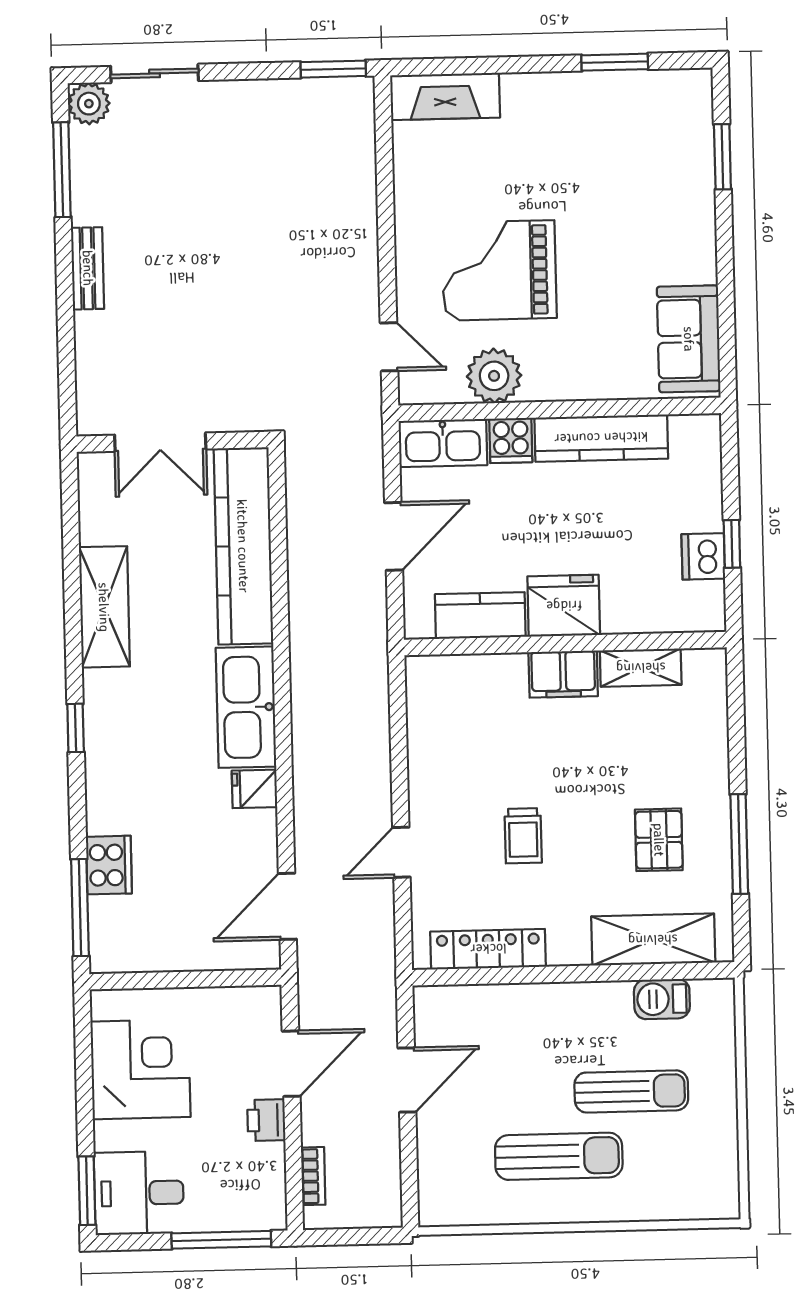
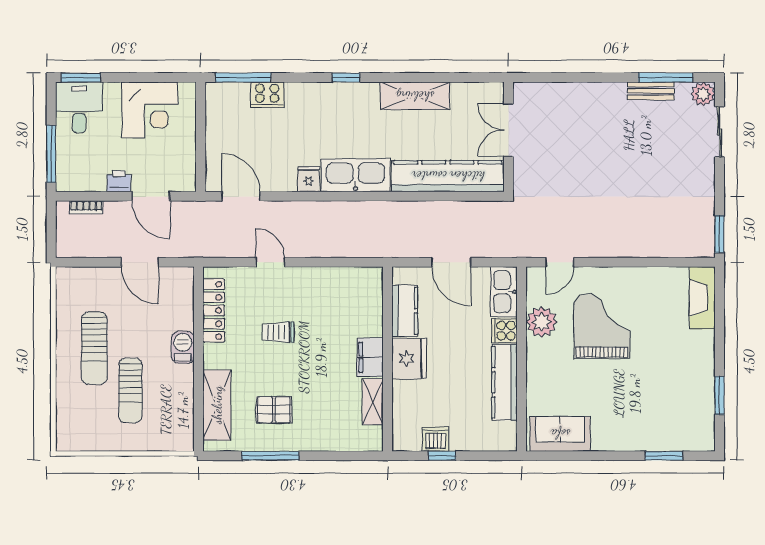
bench: (88, 268) -> (651, 91), moved
barbecue: (662, 999) -> (183, 347), moved

